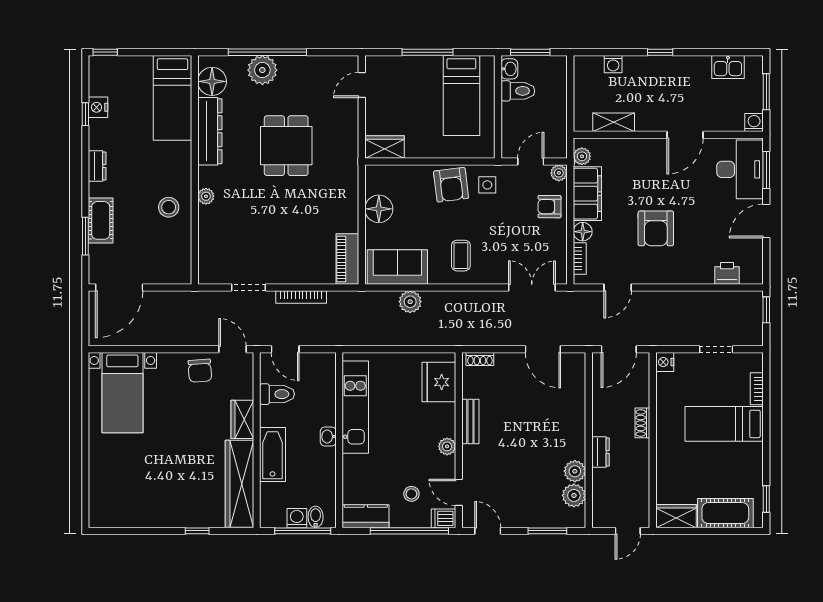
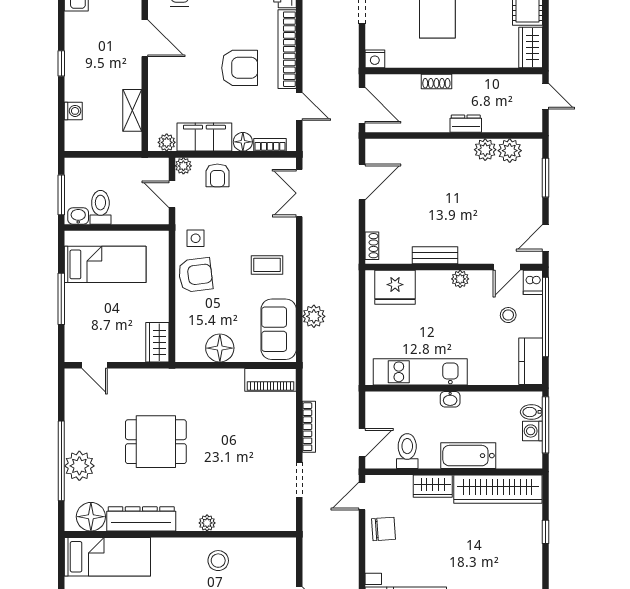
bookcase: (674, 275) -> (287, 49), added

